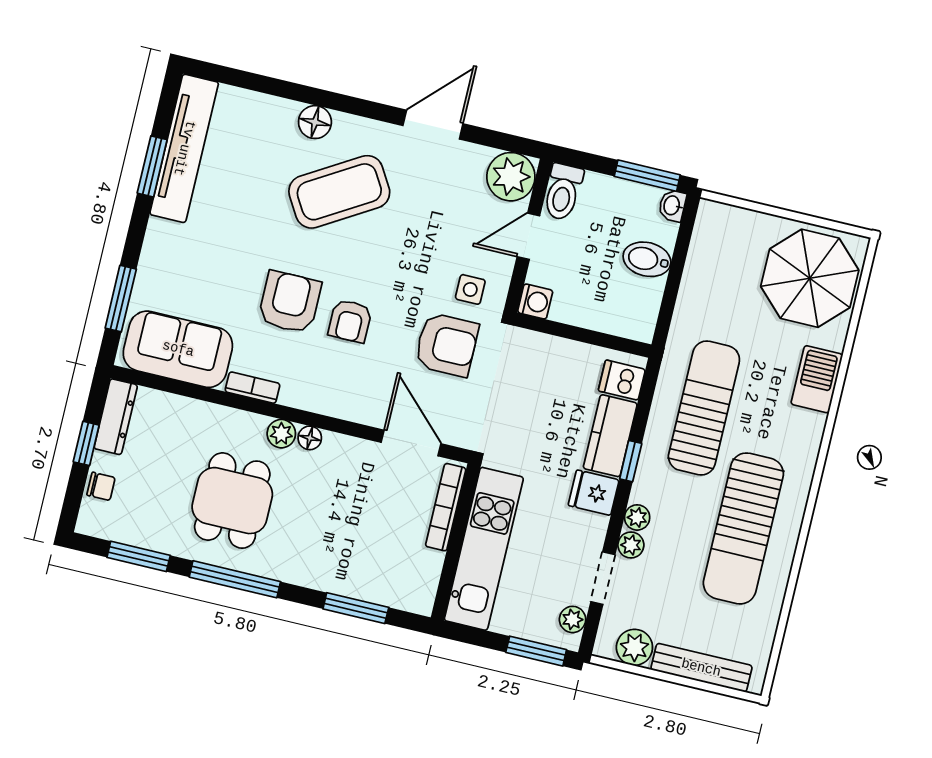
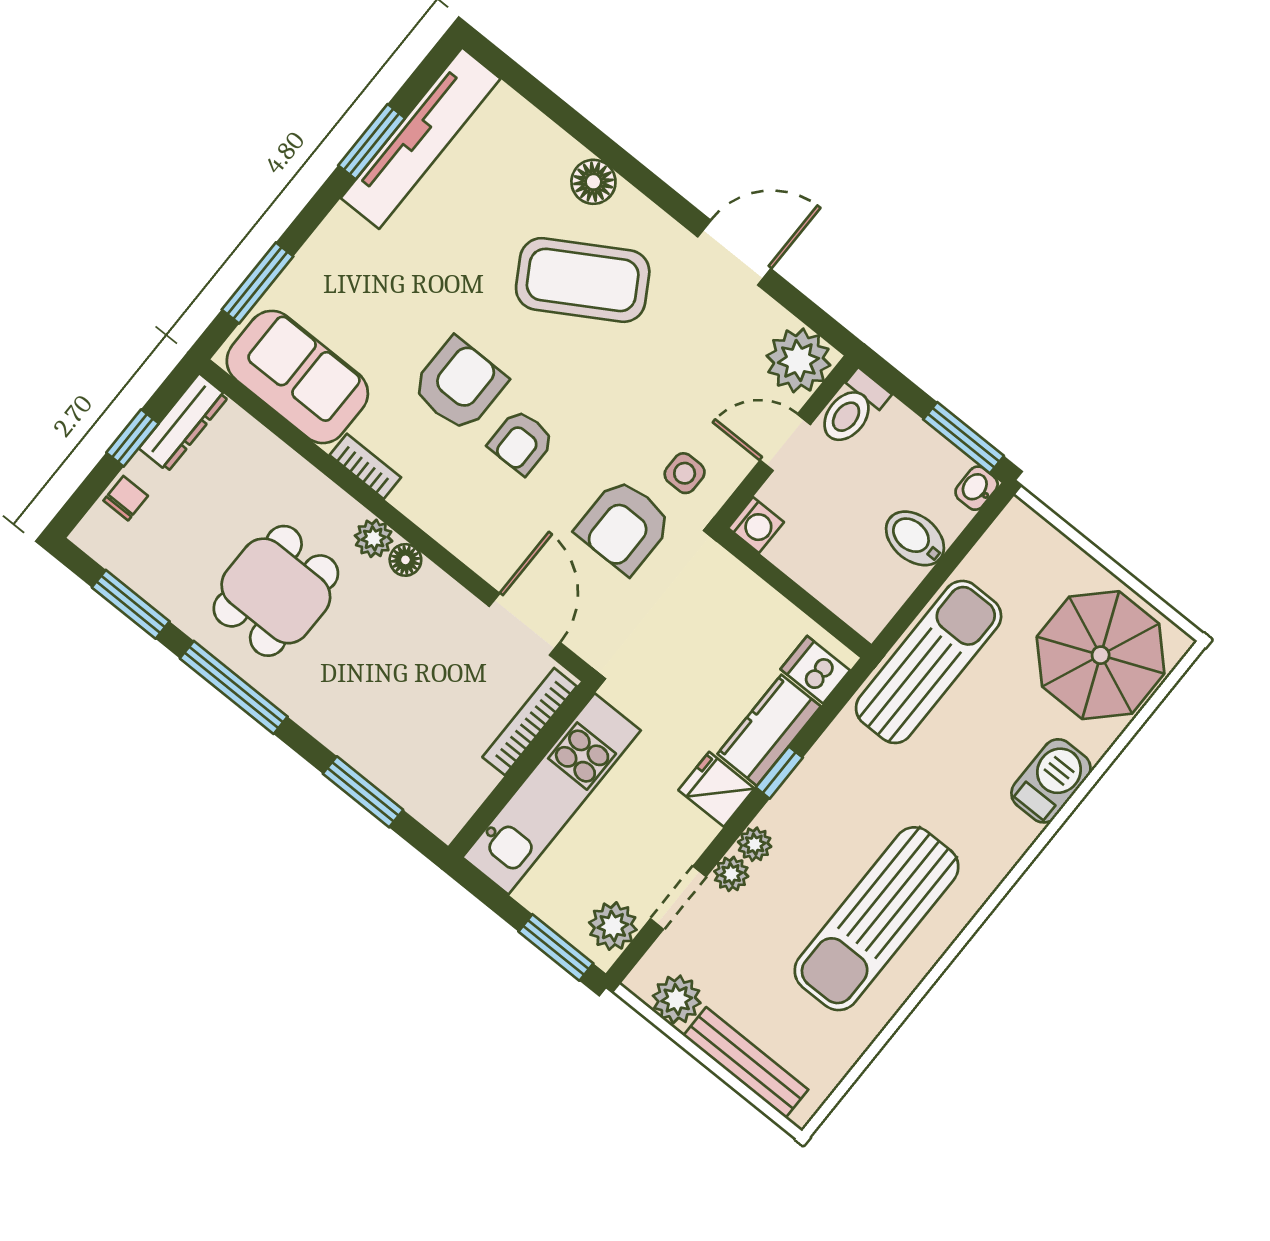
armchair: (447, 345) -> (624, 526), turned 90
sun lounger: (704, 408) -> (929, 662), moved
chair: (101, 486) -> (126, 498), turned -90
plant: (573, 619) -> (613, 926), width x1.38, depth x1.38

